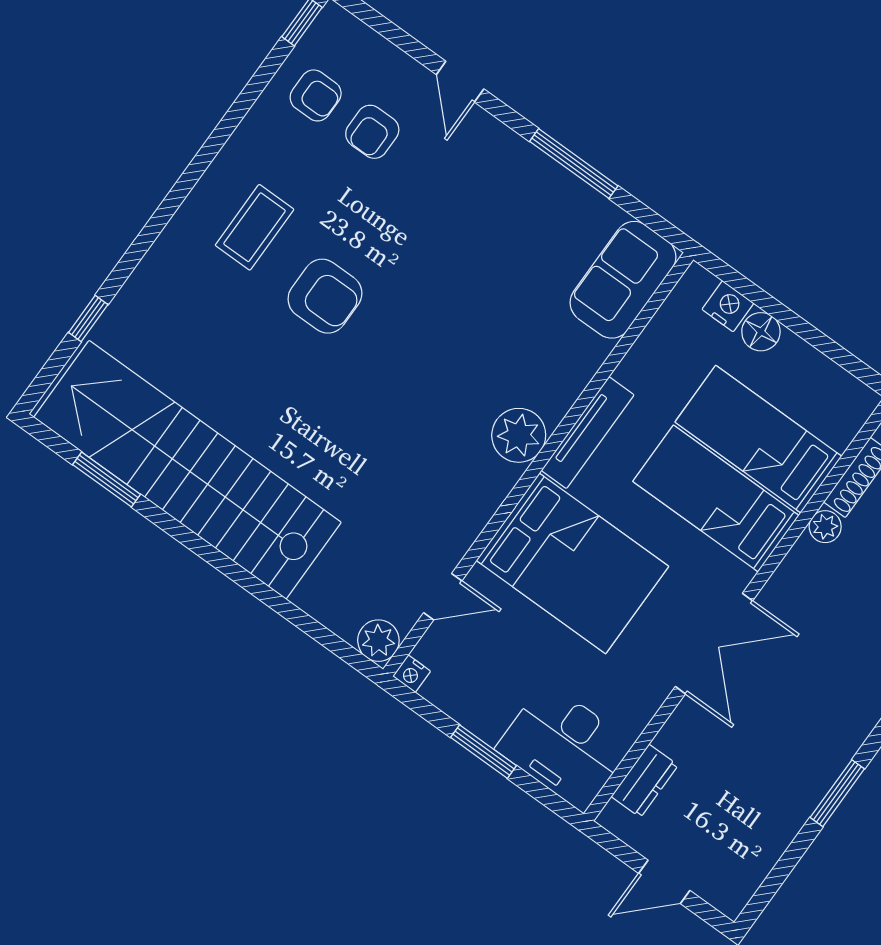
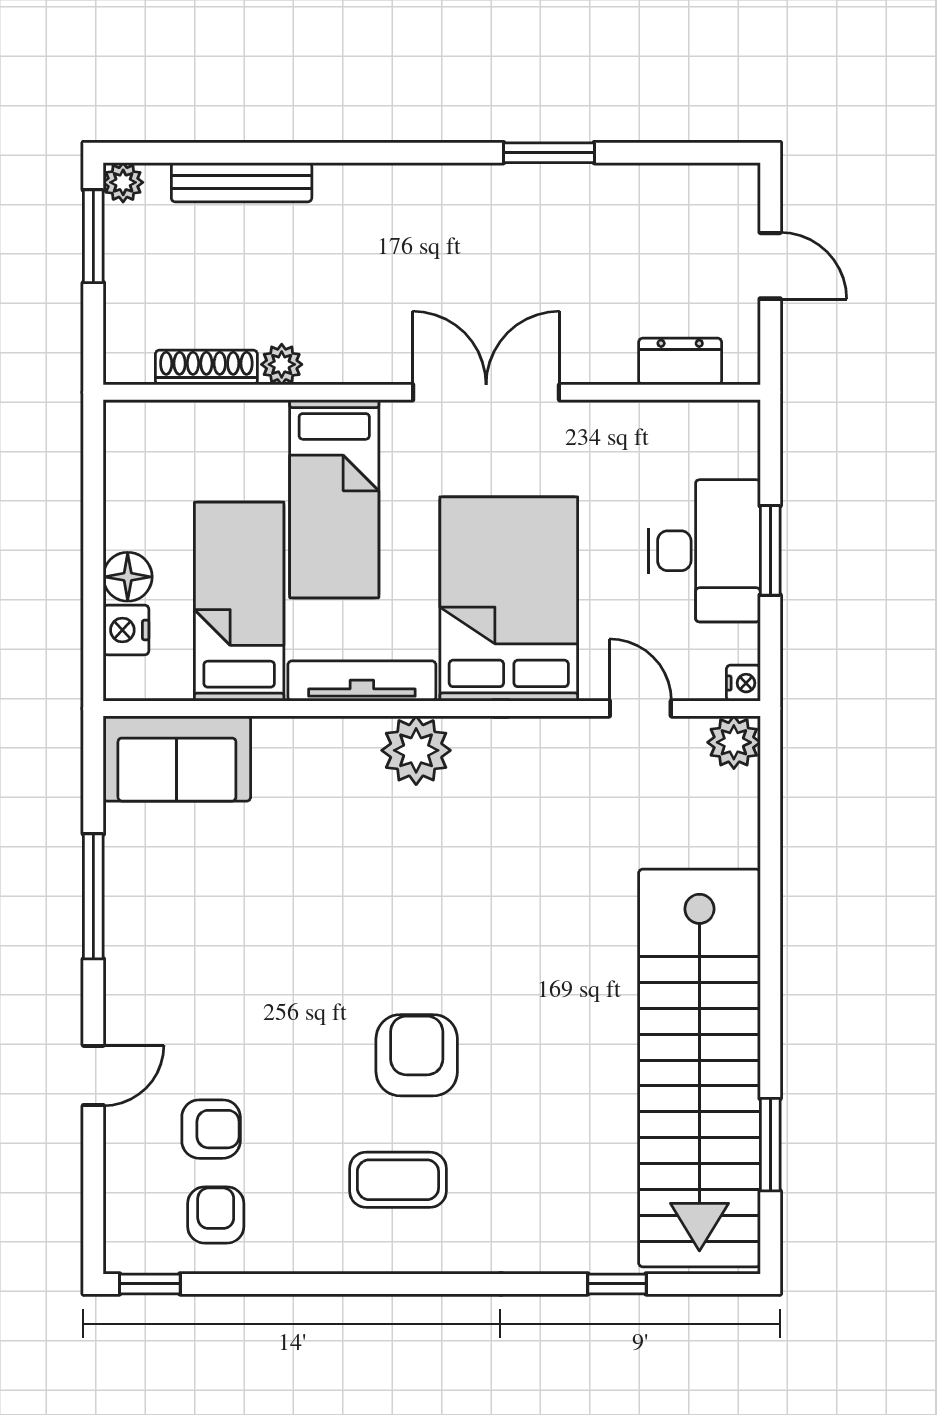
bed: (758, 439) -> (239, 602), moved, turned 180
desk: (564, 746) -> (704, 551), moved

